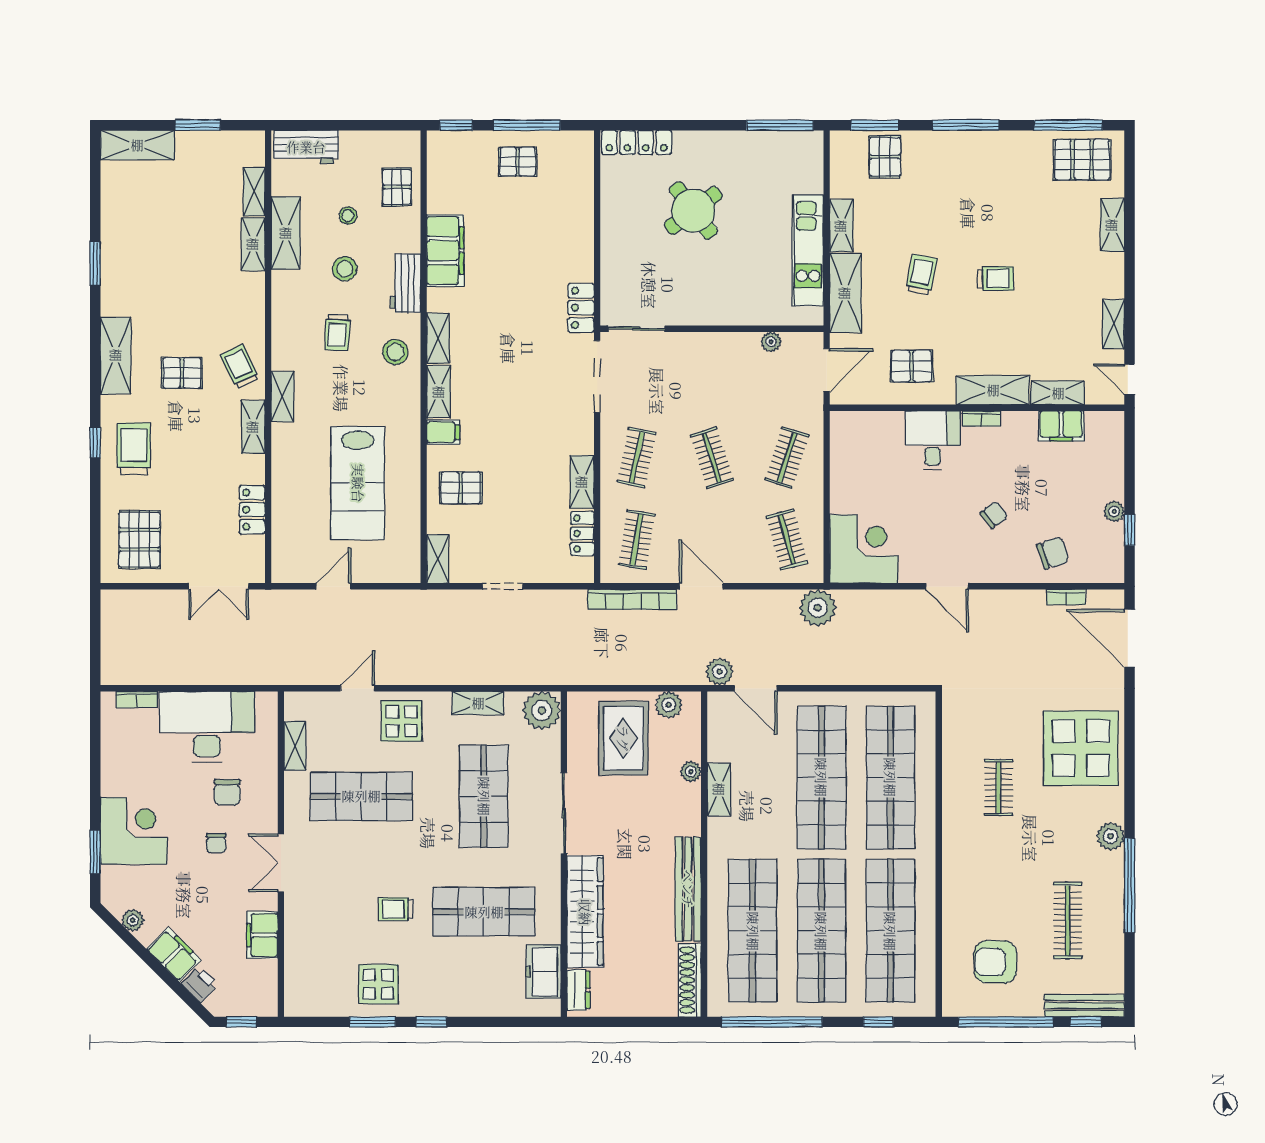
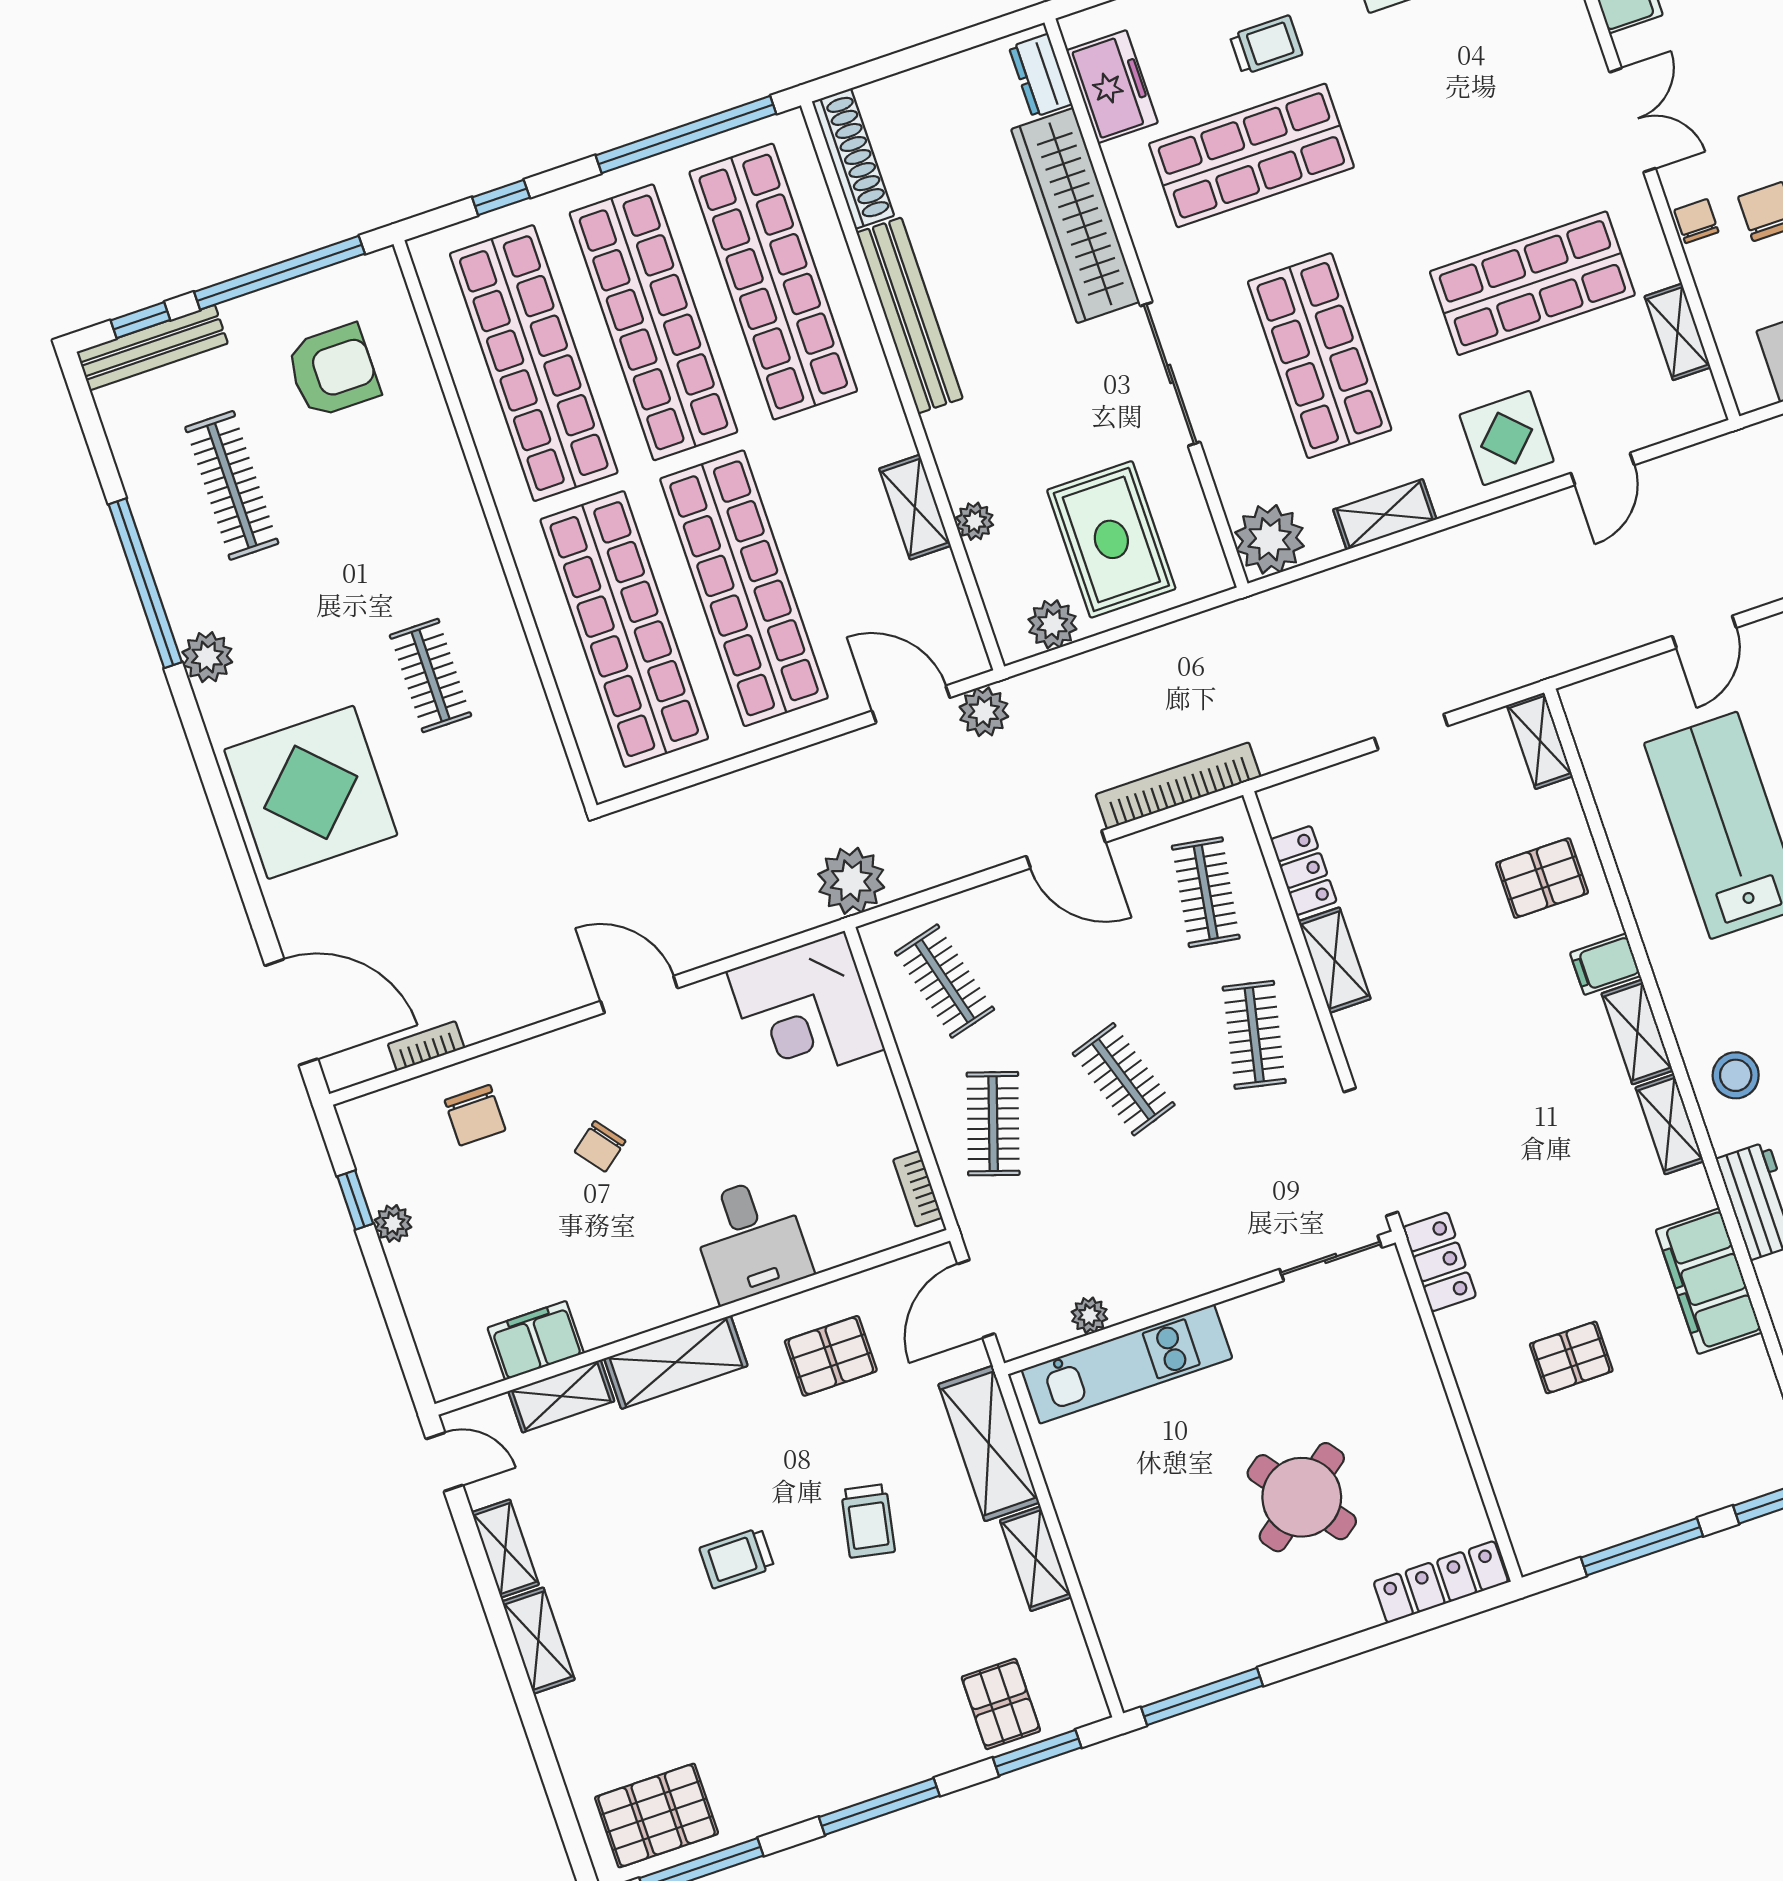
pallet: (518, 162) -> (1571, 1357), moved
shelving: (1112, 225) -> (538, 1641), moved
kitchen unit: (808, 250) -> (1127, 1364), moved, turned 90
bookcase: (981, 419) -> (918, 1189), moved, turned -90
chair: (1053, 553) -> (475, 1115), turned -71
chair: (216, 843) -> (1696, 221), moved
trolley: (396, 909) -> (1266, 45), moved

